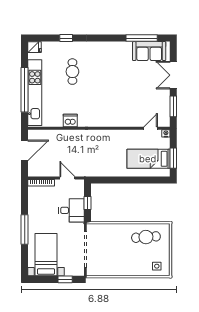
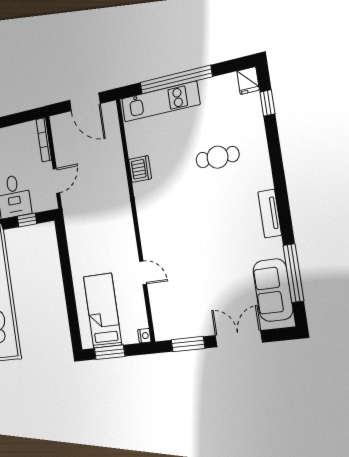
window: (66, 38) -> (267, 103), moved
tv unit: (108, 46) -> (270, 214), added
kitchen unit: (35, 93) -> (160, 102), width x0.73
door: (151, 128) -> (143, 273), moved

